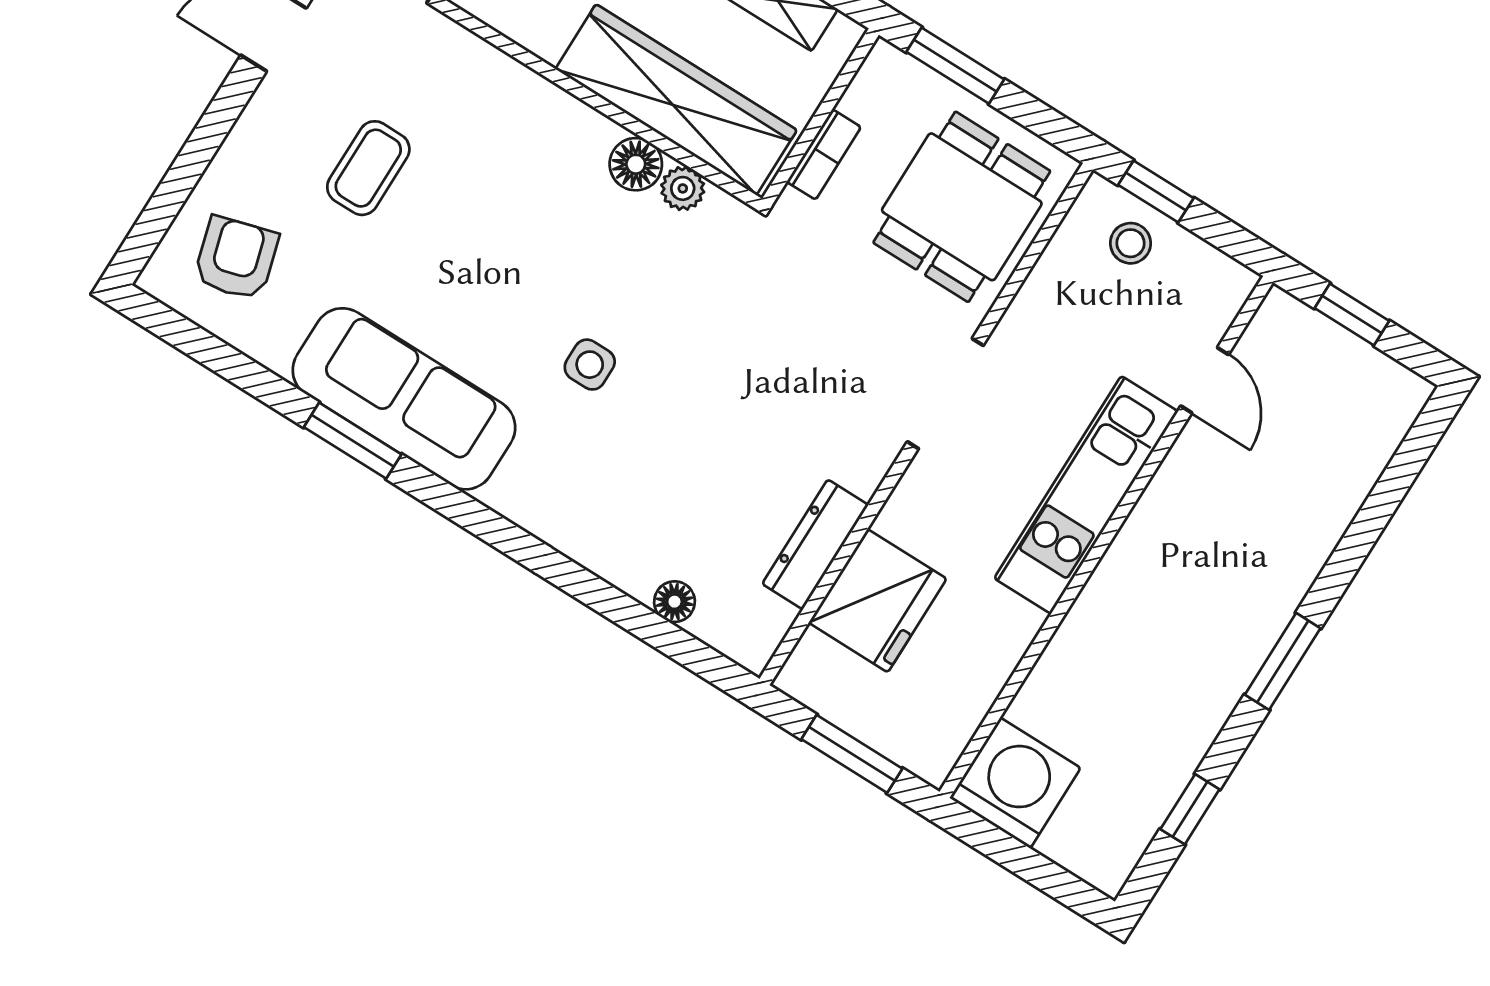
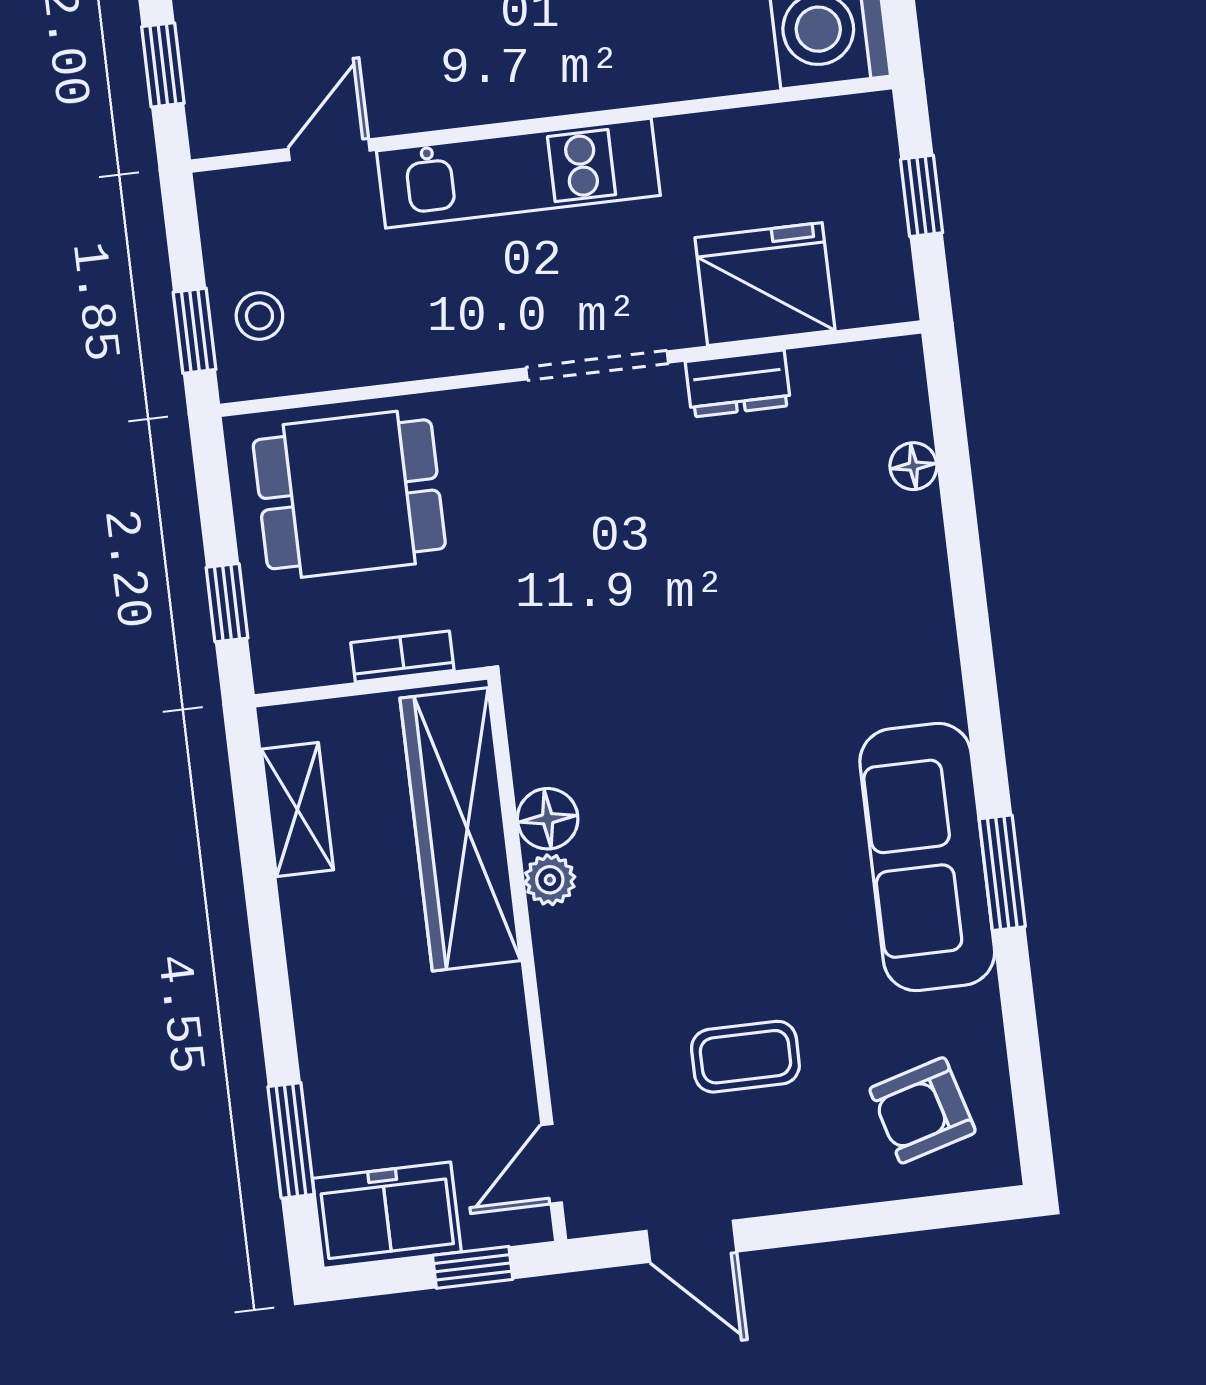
window: (955, 66) -> (227, 603), width x0.67
plant: (683, 188) -> (550, 880), moved
side table: (590, 365) -> (762, 715), removed
doorway: (945, 394) -> (597, 365), moved
dresser: (815, 544) -> (738, 384), width x0.70
window: (852, 754) -> (922, 196), width x0.67

